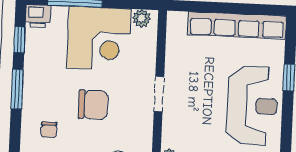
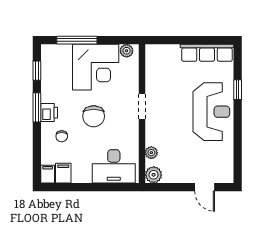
printer: (38, 16) -> (49, 113), moved, turned -90
row of seats: (237, 25) -> (207, 53), width x0.73
chair: (93, 105) -> (94, 116), turned 90

